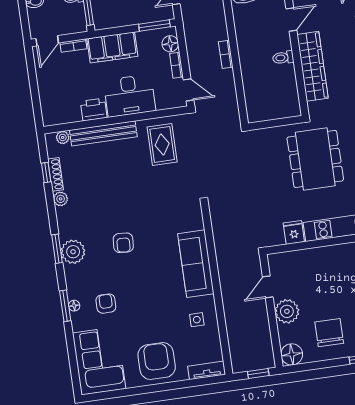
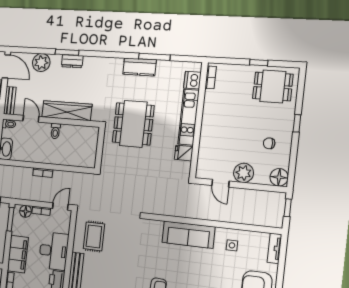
rug: (162, 144) -> (94, 236), turned 90
dining table: (315, 159) -> (133, 124), turned 90
chair: (329, 333) -> (269, 143), width x0.54, depth x0.54

